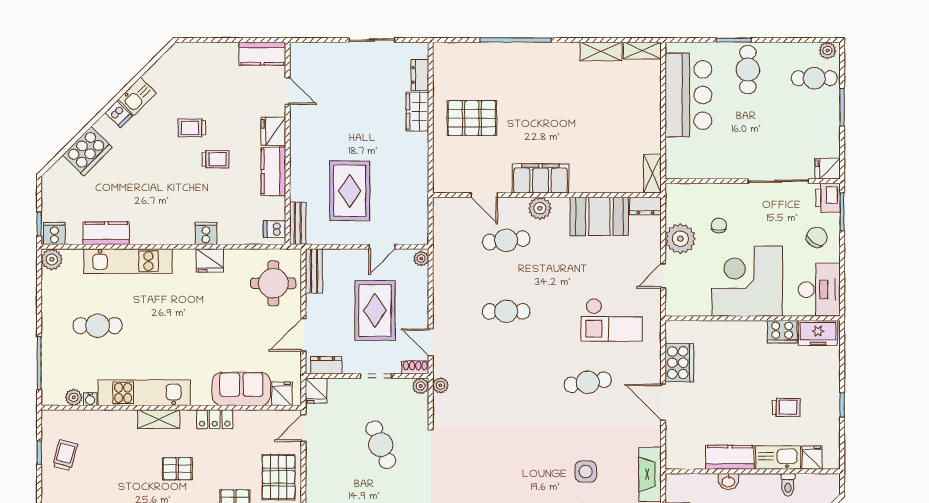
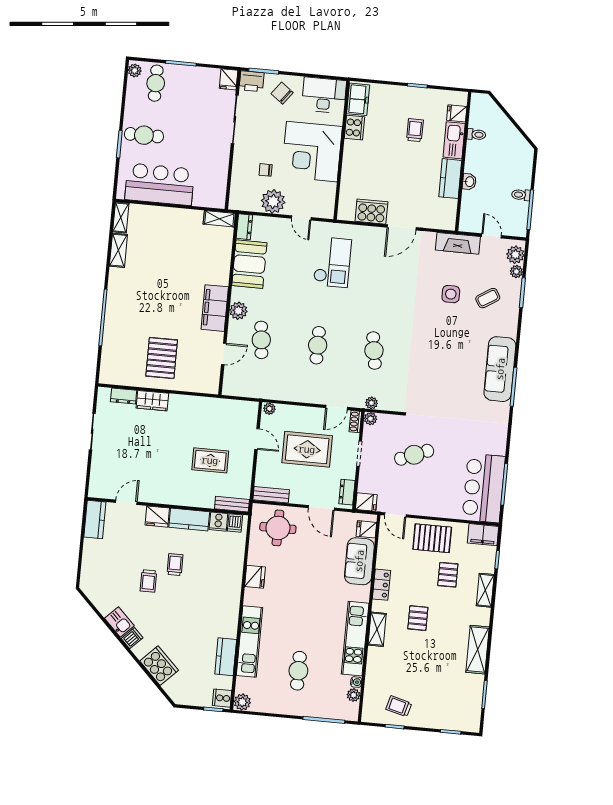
rug: (350, 191) -> (210, 460), width x0.73, depth x0.70
cooker: (206, 233) -> (218, 522), moved, turned -90
cafe table: (588, 382) -> (374, 351), moved

